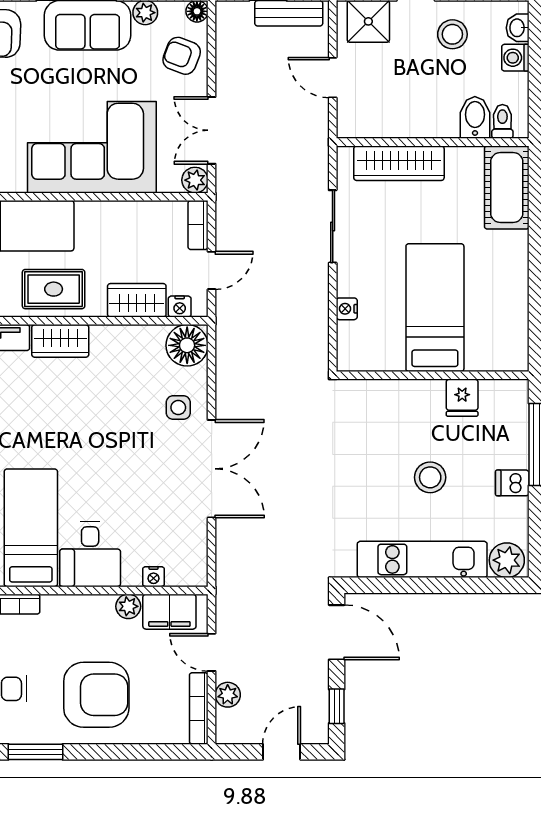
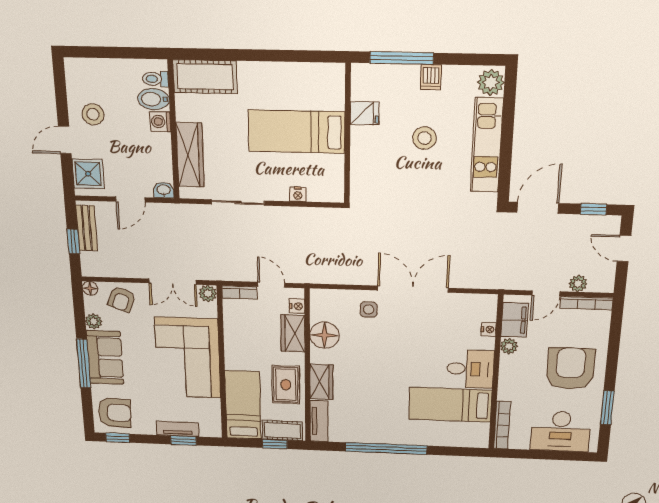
washbasin: (518, 28) -> (164, 190), moved, turned 180
washing machine: (515, 58) -> (160, 122), moved, turned 90
floor lamp: (187, 345) -> (324, 335), moved

